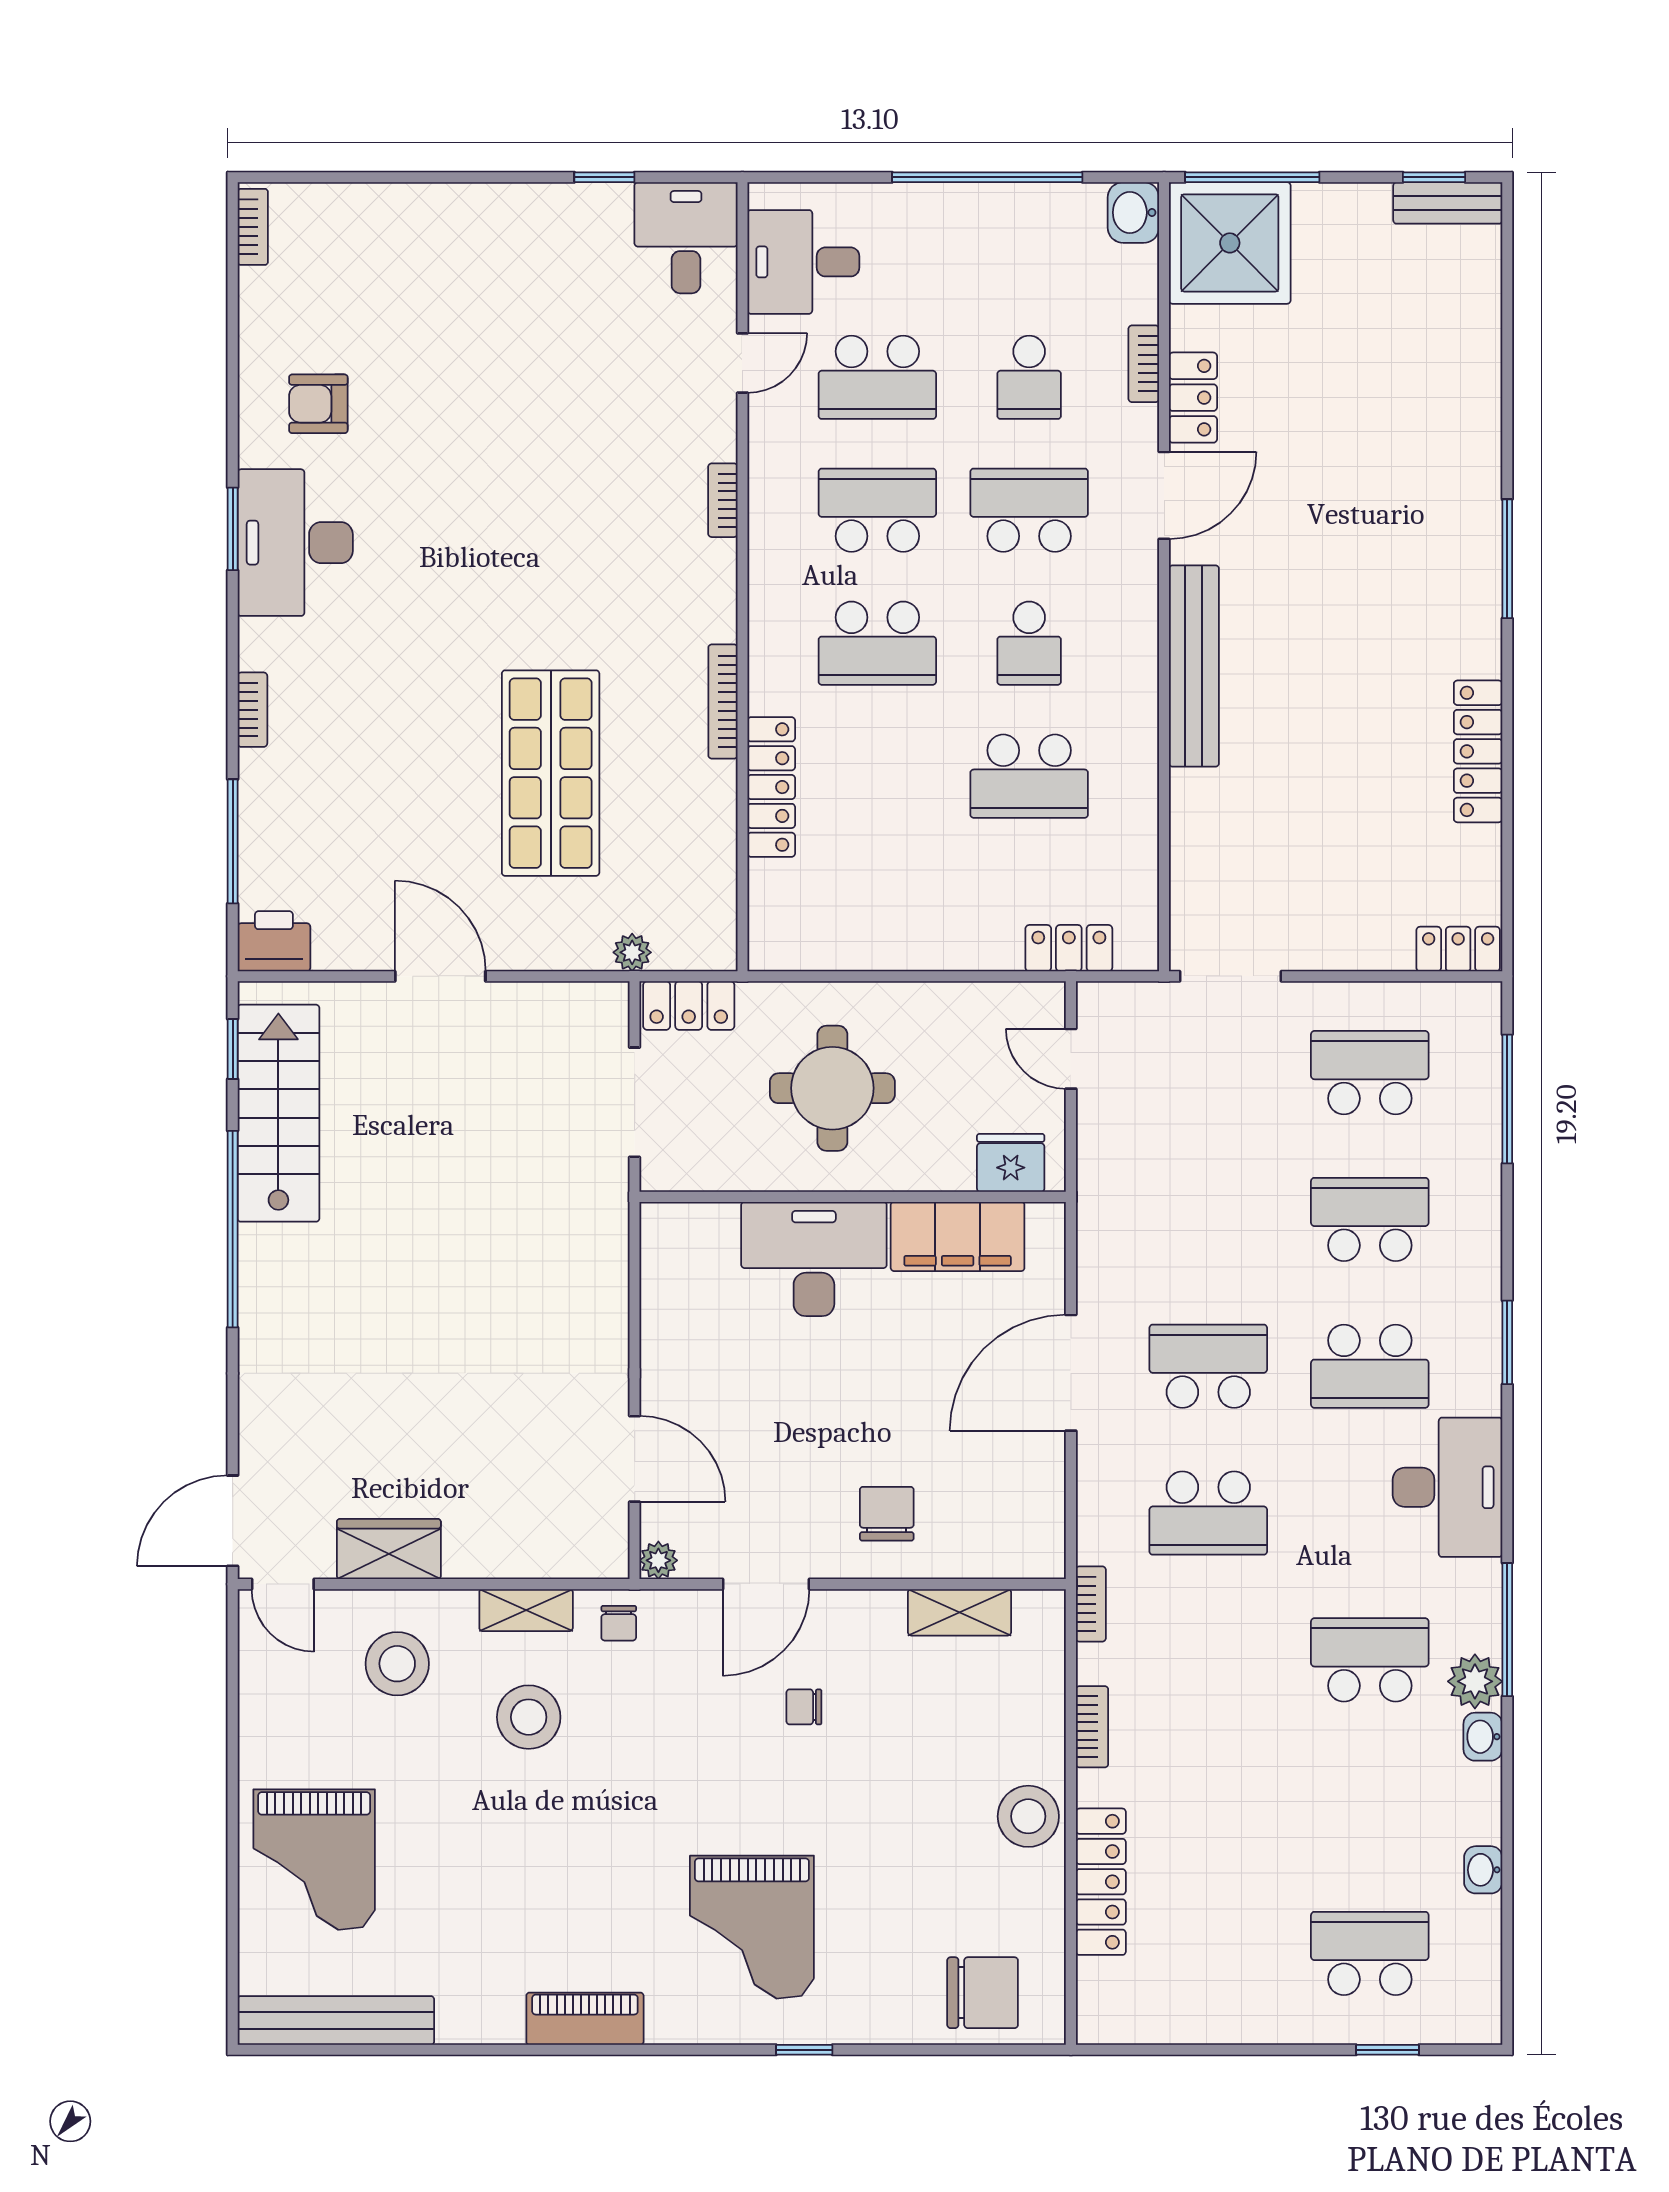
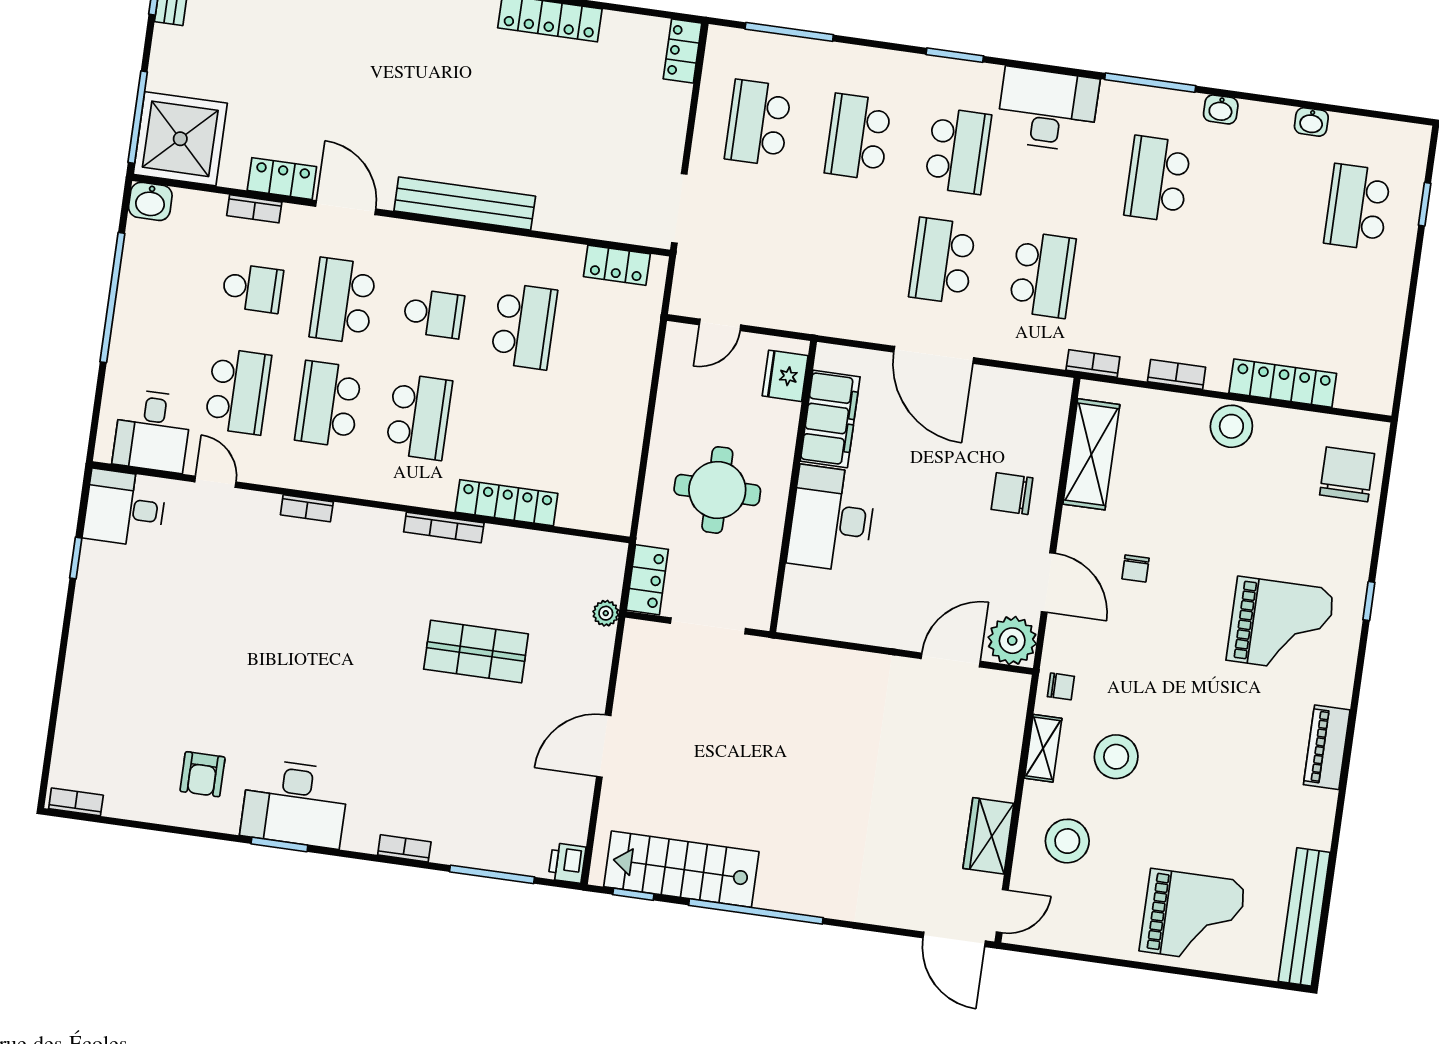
shop shelf: (551, 773) -> (476, 652), width x0.70, depth x0.74
printer: (274, 941) -> (567, 863), width x0.73, depth x0.81
locker: (1069, 948) -> (617, 265), moved, turned -90
plant: (658, 1560) -> (1012, 641), width x1.88, depth x1.88
shelving: (960, 1612) -> (1091, 454), width x1.50, depth x1.33
plant: (1475, 1681) -> (1182, 109), removed

